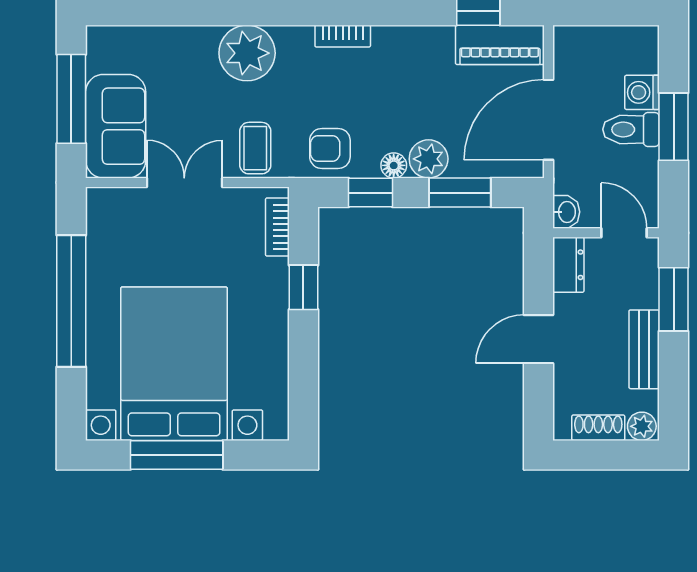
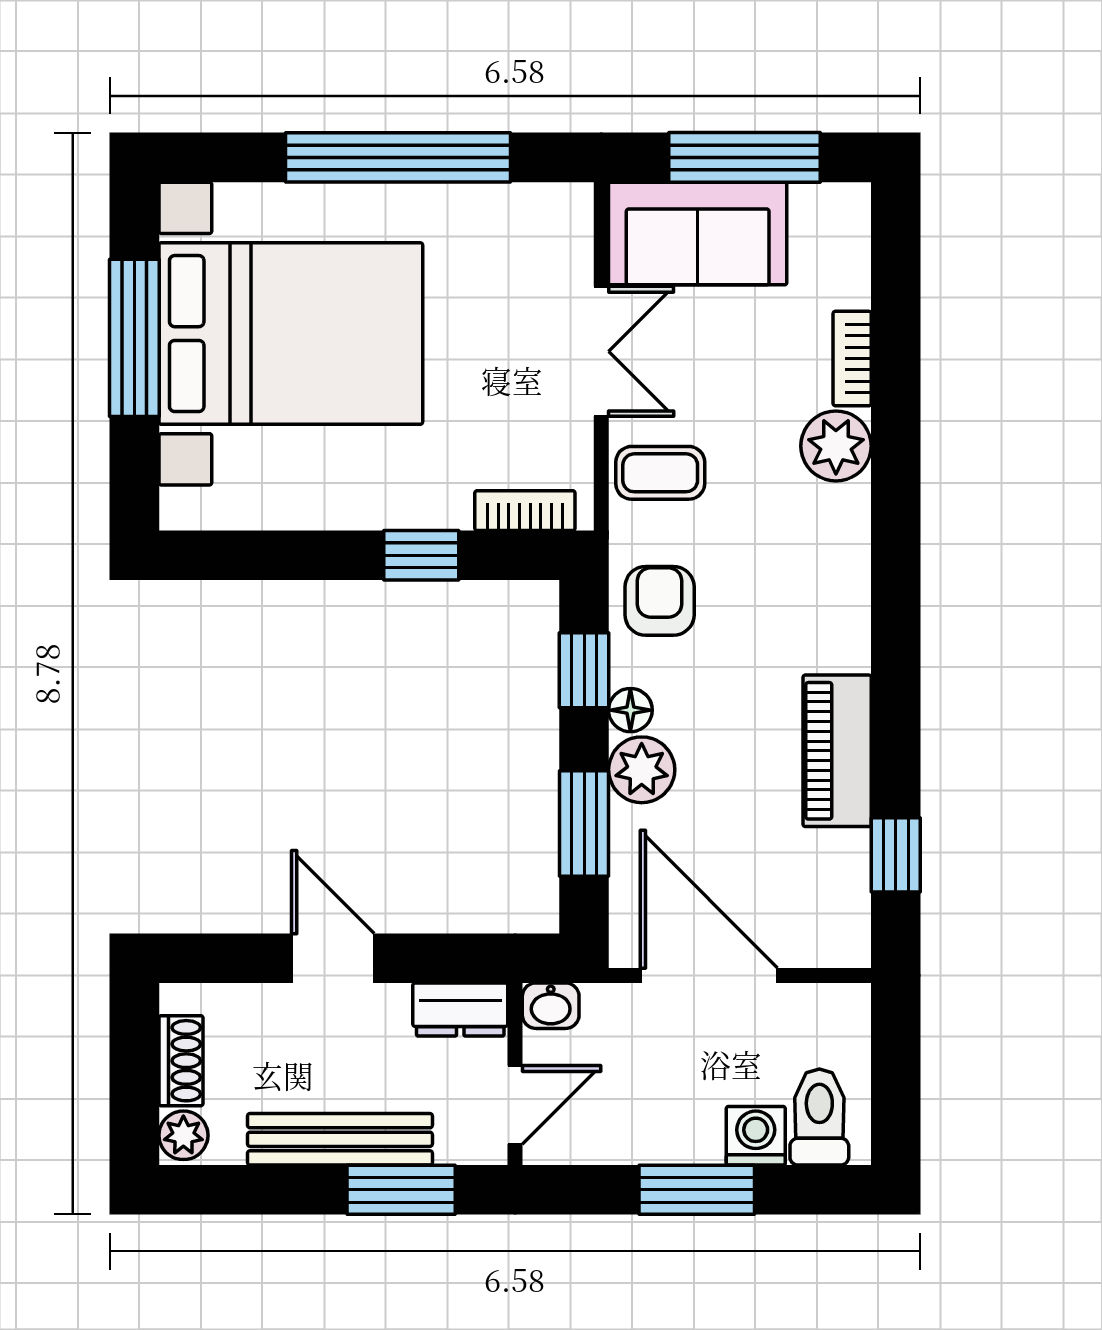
bookcase: (343, 36) -> (852, 359), moved
piano: (500, 45) -> (837, 751), moved
plant: (247, 53) -> (836, 446), width x0.73, depth x0.73
toilet: (631, 129) -> (819, 1117), moved
bench: (644, 349) -> (340, 1139), width x1.36

